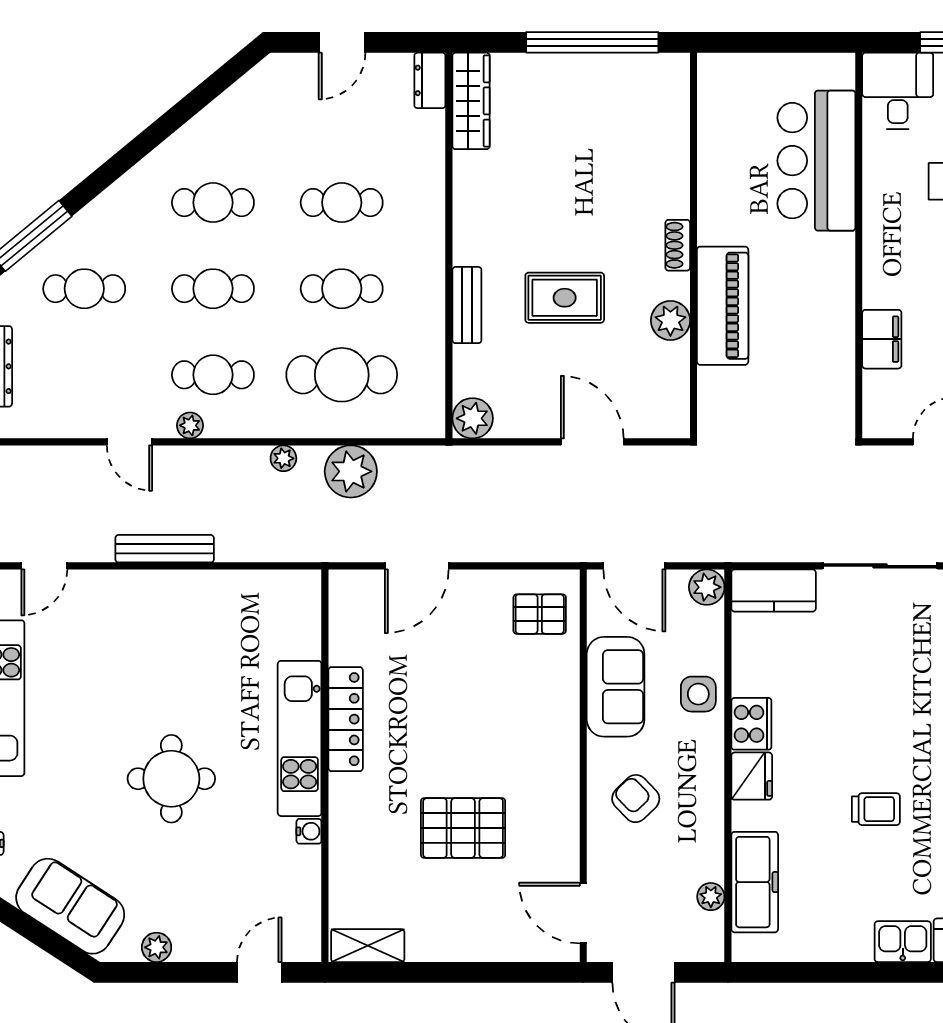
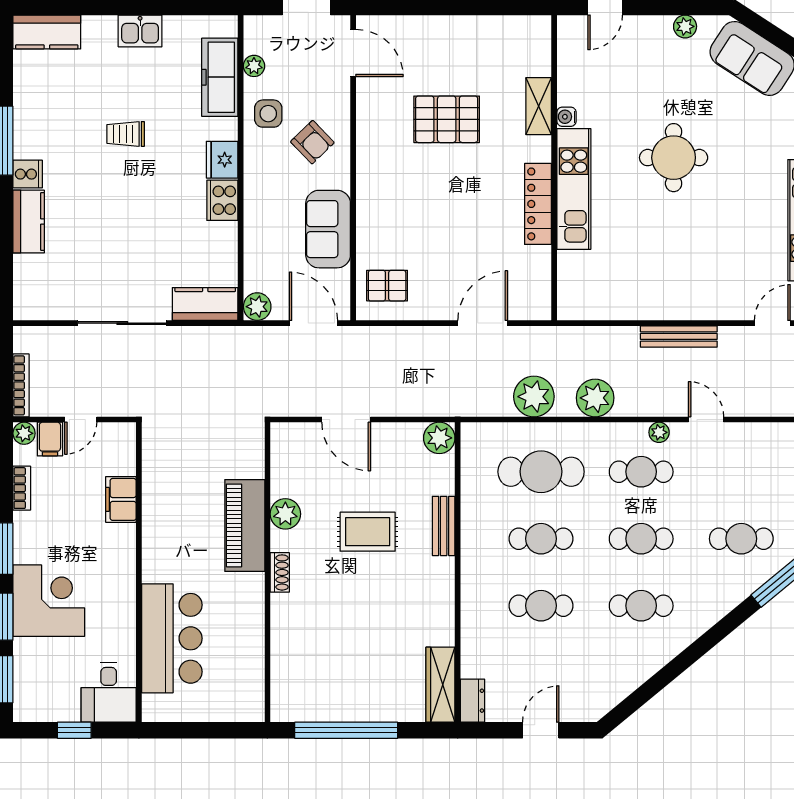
plant: (283, 458) -> (595, 398), width x1.88, depth x1.88
side table: (698, 694) -> (268, 114), moved
kitchen sink: (903, 942) -> (140, 31), moved
shelving: (368, 946) -> (539, 106), moved, turned 90

